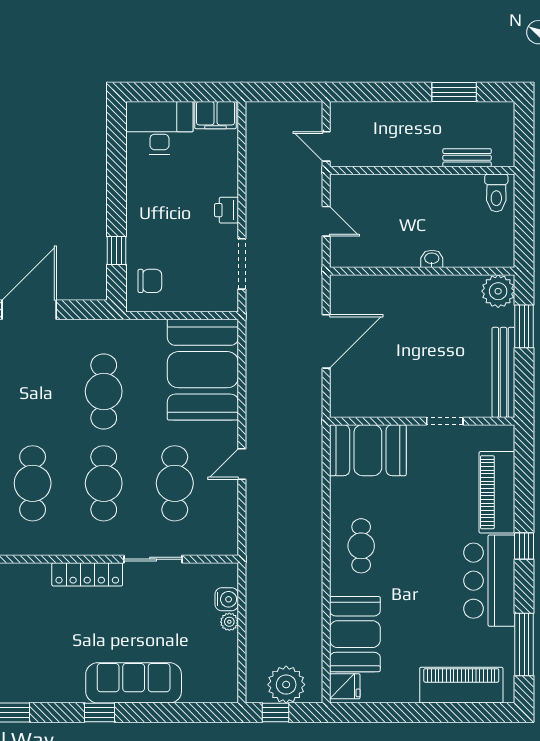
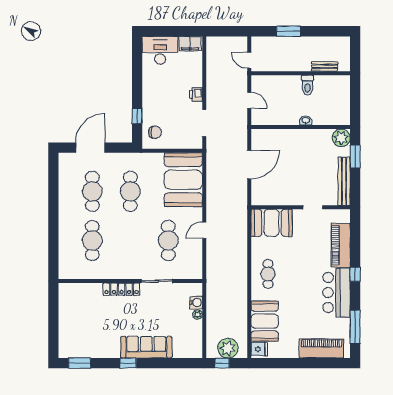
window: (454, 92) -> (289, 31), moved
toilet: (496, 193) -> (307, 85), moved
cafe table: (104, 483) -> (92, 191), moved

